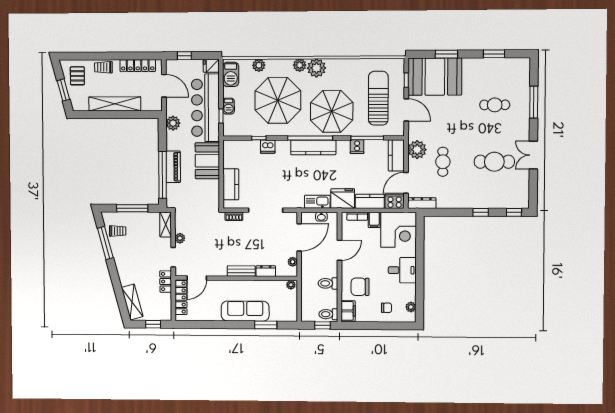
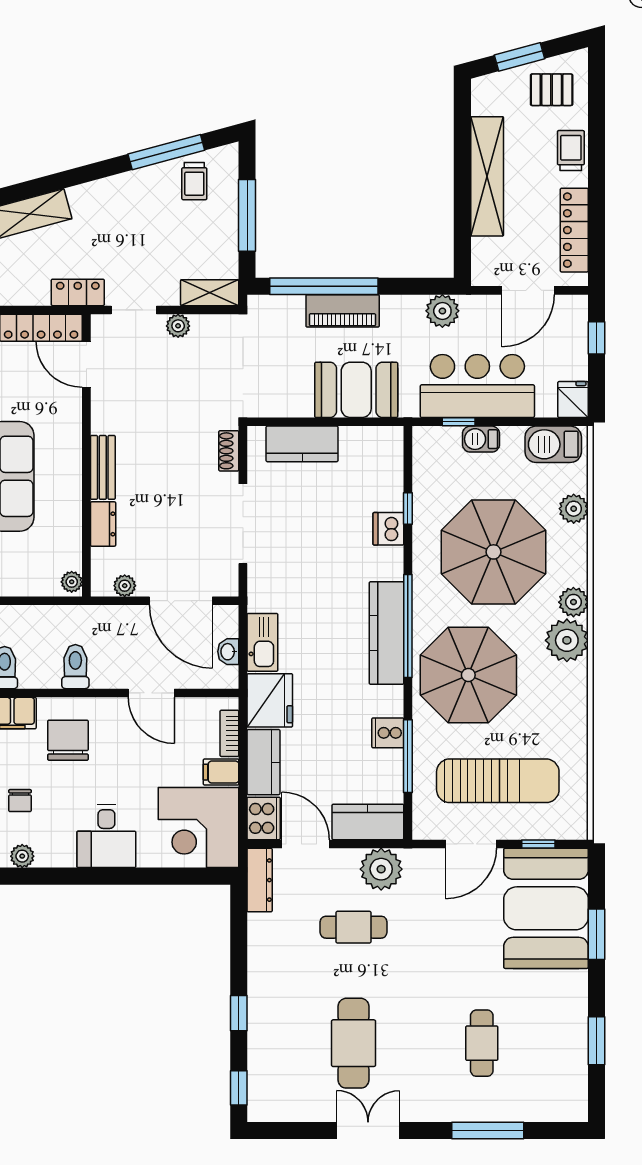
bar counter: (205, 108) -> (477, 386), width x0.73

